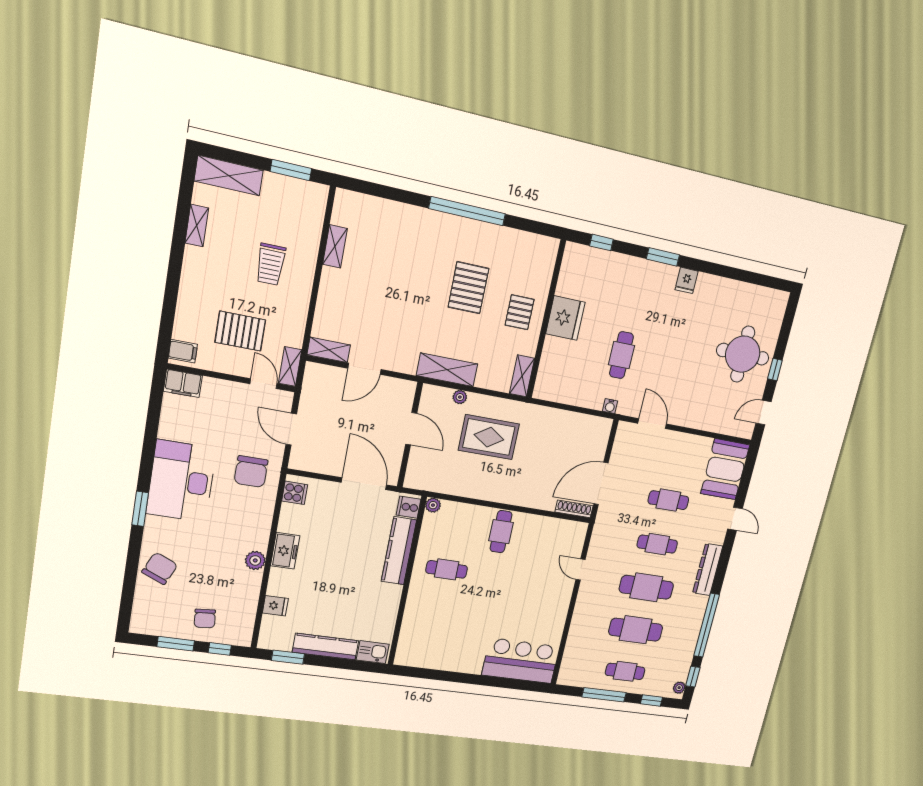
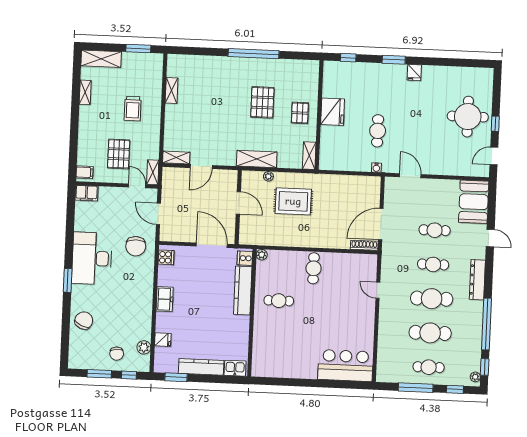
pallet: (240, 331) -> (119, 154), turned 90
plant: (255, 560) -> (144, 347), moved

